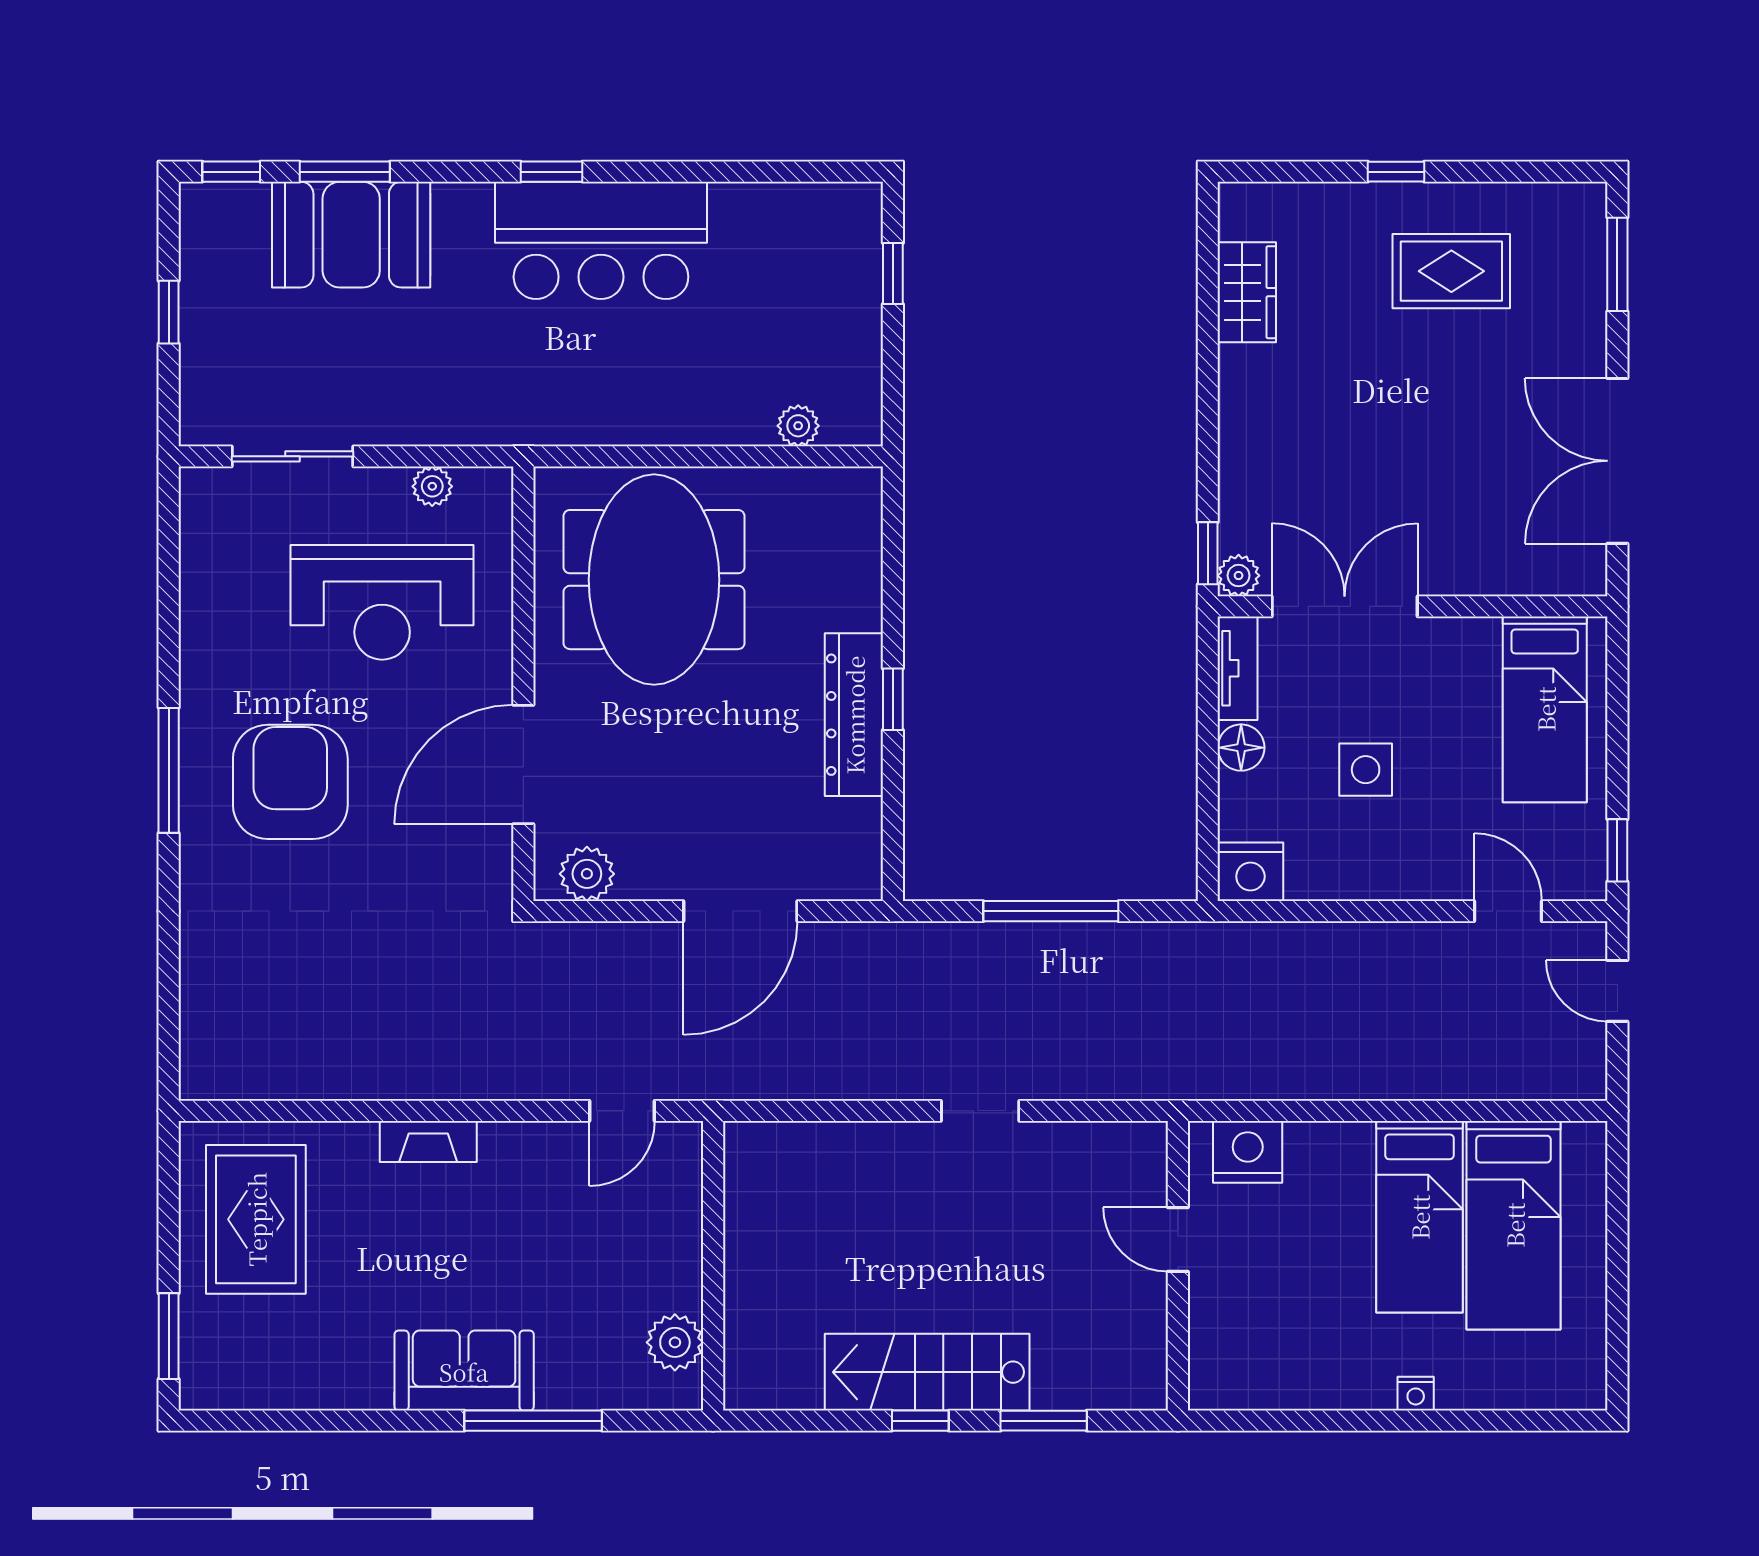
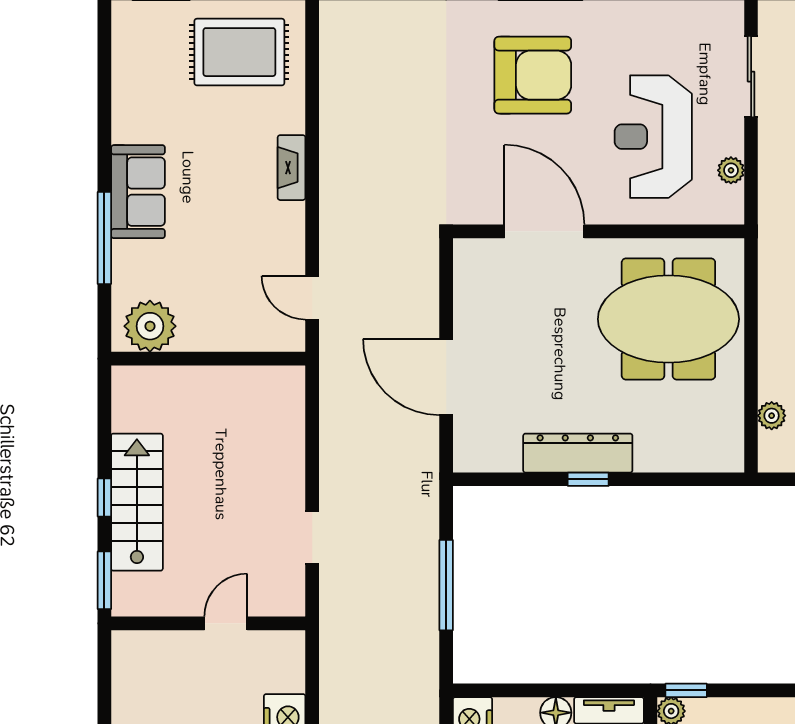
plant: (587, 874) -> (471, 274), removed
door: (1178, 1240) -> (226, 623), moved
wall: (1178, 1266) -> (208, 623), moved
plant: (675, 1342) -> (150, 326), width x1.36, depth x1.36

